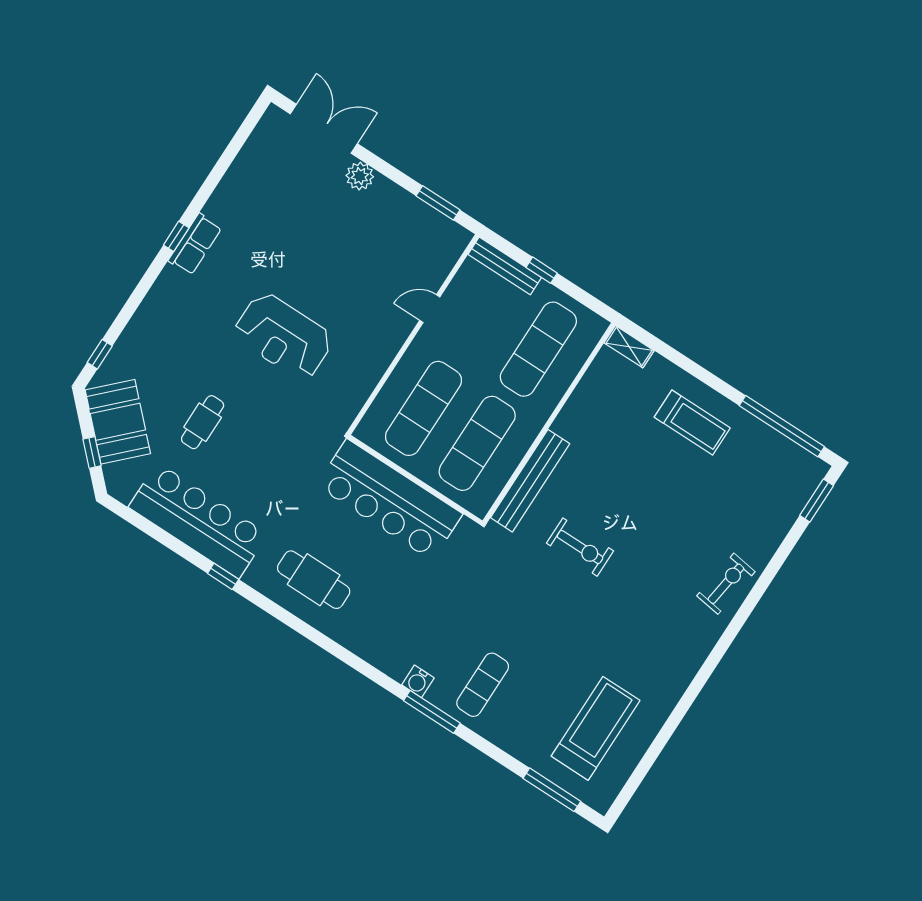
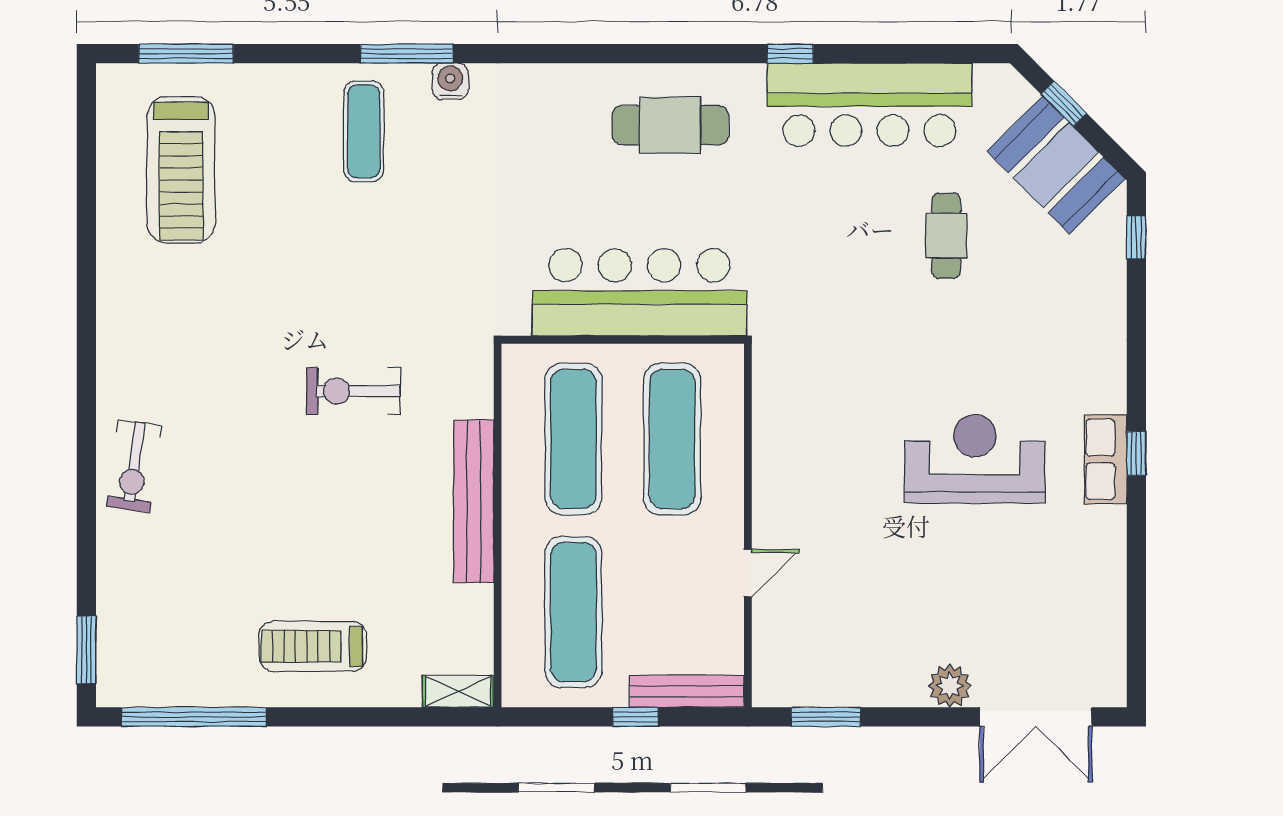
reception desk: (283, 336) -> (975, 459), moved
bench: (530, 481) -> (474, 501), moved

